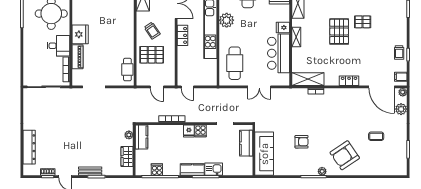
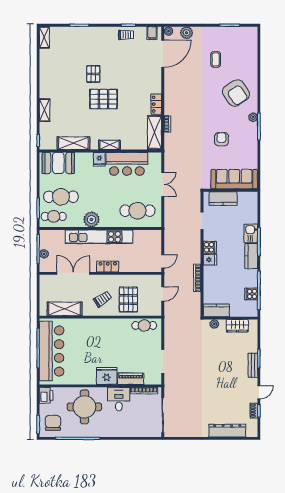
locker: (349, 81) -> (156, 104), moved

